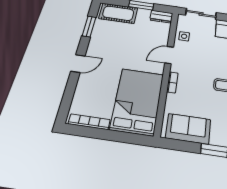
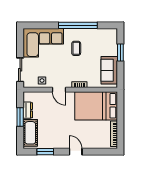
dresser: (161, 17) -> (28, 110), moved

